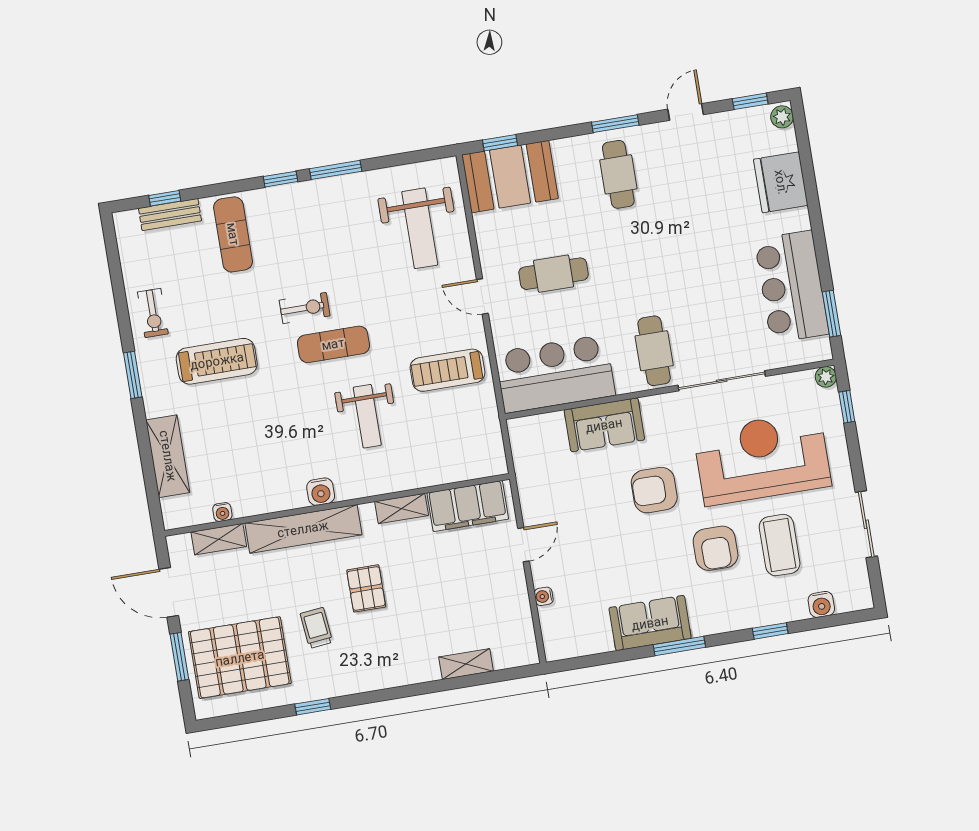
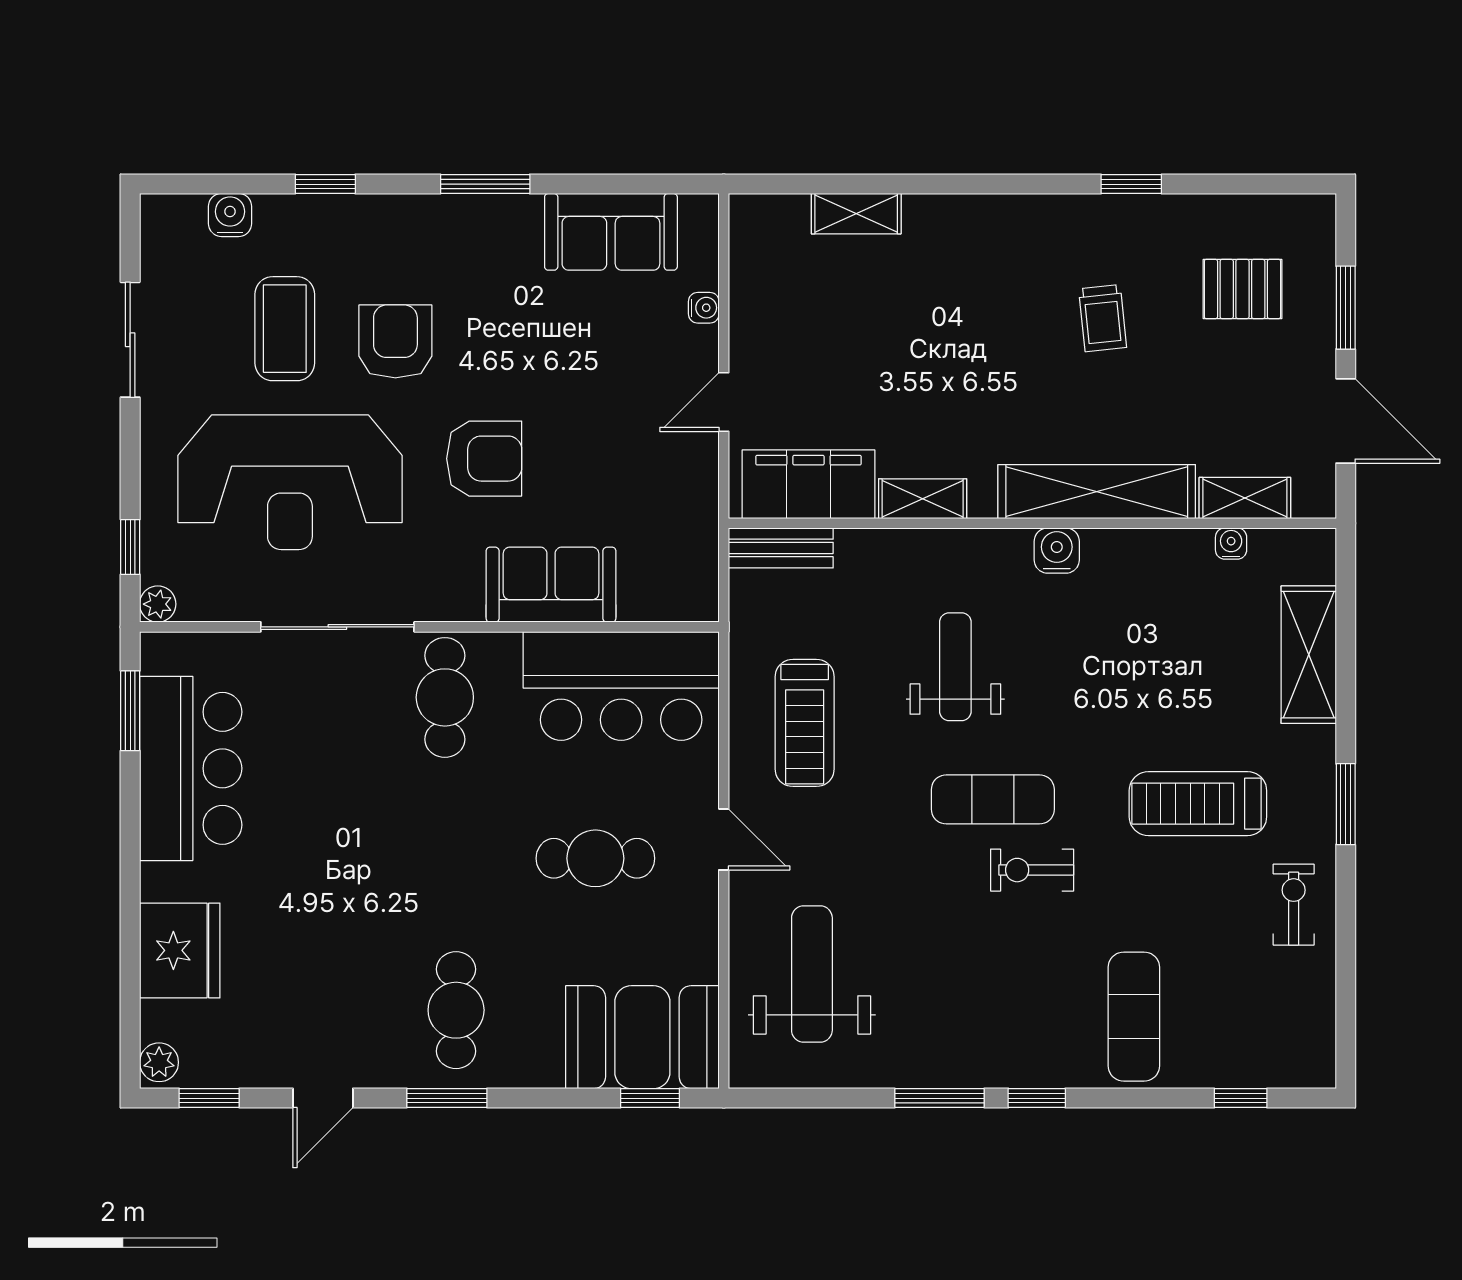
bench: (170, 214) -> (781, 548), moved
treadmill: (447, 370) -> (805, 723), turned 90
pallet: (366, 588) -> (1006, 372), removed
sofa: (650, 623) -> (611, 232), moved
pallet: (240, 658) -> (1242, 289), width x0.49, depth x0.50

